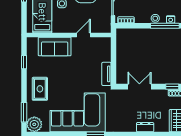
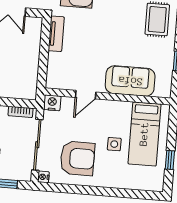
nightstand: (105, 28) -> (52, 103), added

